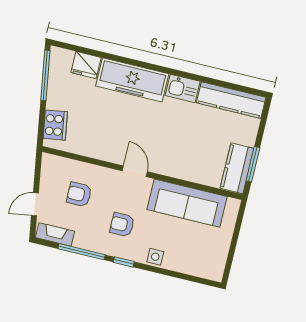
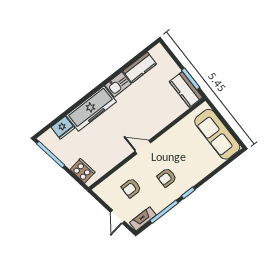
kitchen counter: (231, 100) -> (140, 68), width x0.67
sofa: (187, 203) -> (217, 134), moved, turned 90
side table: (155, 257) -> (199, 173), removed

